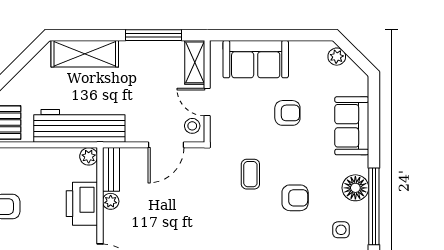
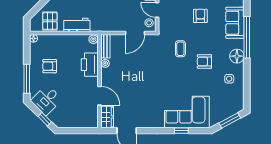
armchair: (287, 113) -> (200, 16), turned -90
workbench: (79, 126) -> (77, 25), width x0.53, depth x0.76
armchair: (295, 198) -> (204, 61), turned 180
window: (374, 206) -> (247, 37), moved

